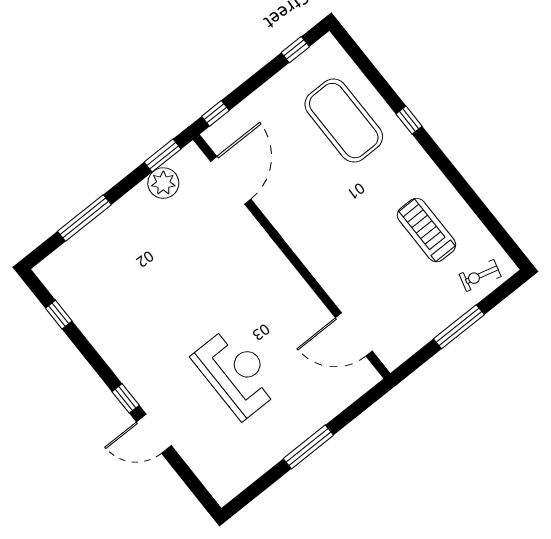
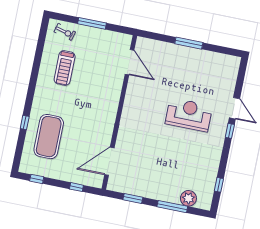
window: (215, 113) -> (76, 187), moved
window: (409, 120) -> (25, 122), moved
window: (163, 156) -> (133, 199), moved
plant: (163, 183) -> (188, 198), moved
reception desk: (236, 373) -> (189, 115), moved, turned 90

